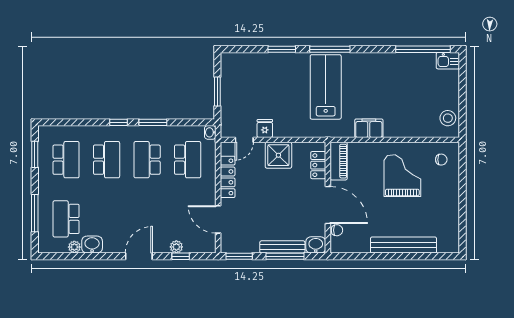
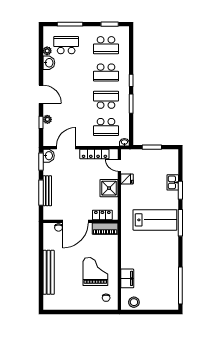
kitchen sink: (448, 61) -> (173, 182), moved
filing cabinet: (369, 128) -> (127, 278), moved
grand piano: (402, 176) -> (95, 272), turned -90
washbasin: (316, 245) -> (49, 156), moved

